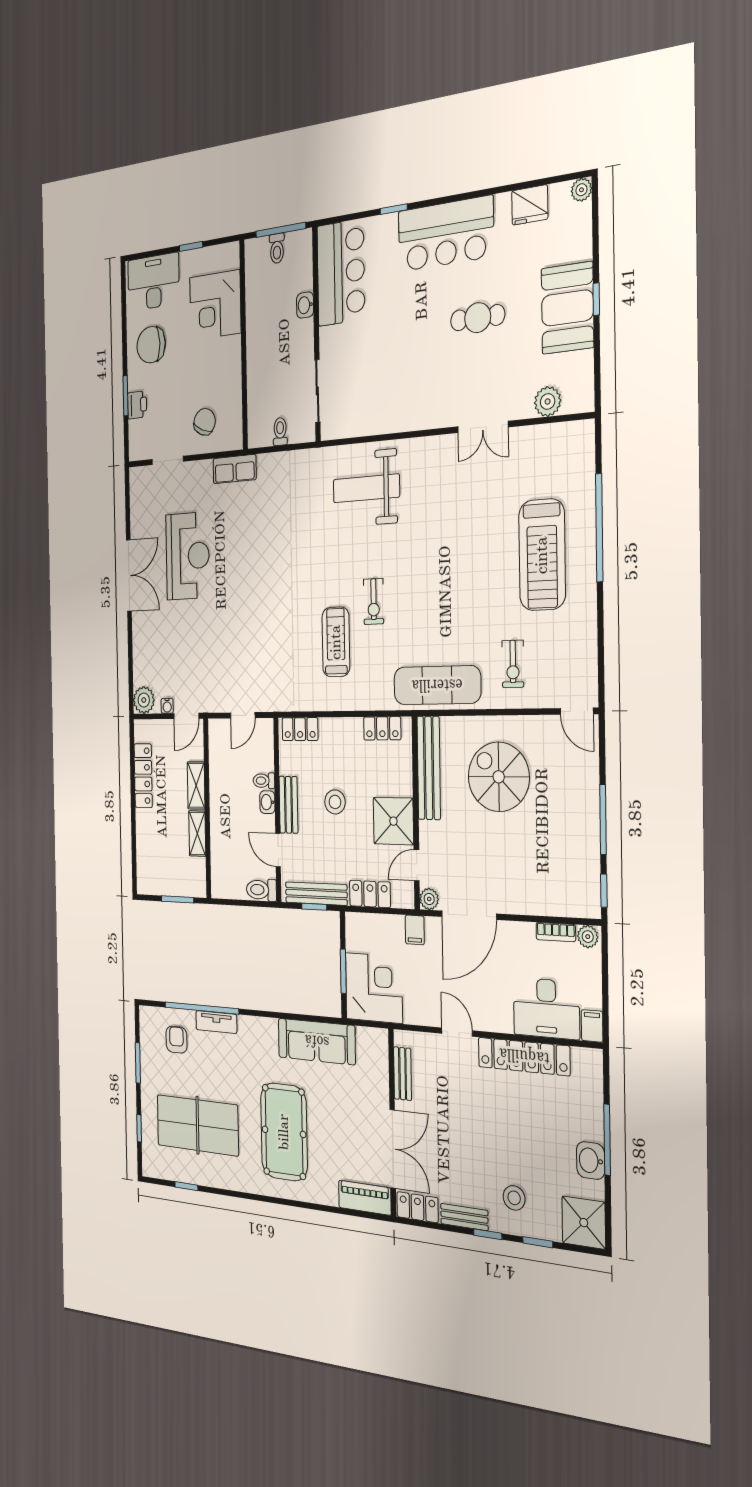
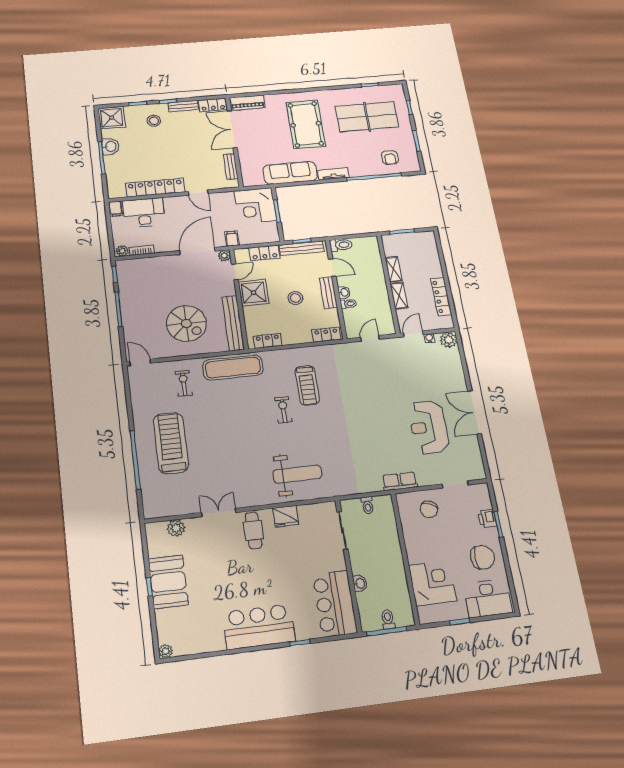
fridge: (530, 205) -> (286, 516), moved, turned 180
cafe table: (478, 318) -> (253, 530), moved, turned 90
tv unit: (216, 1022) -> (333, 174), moved

